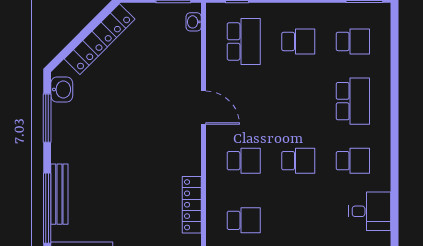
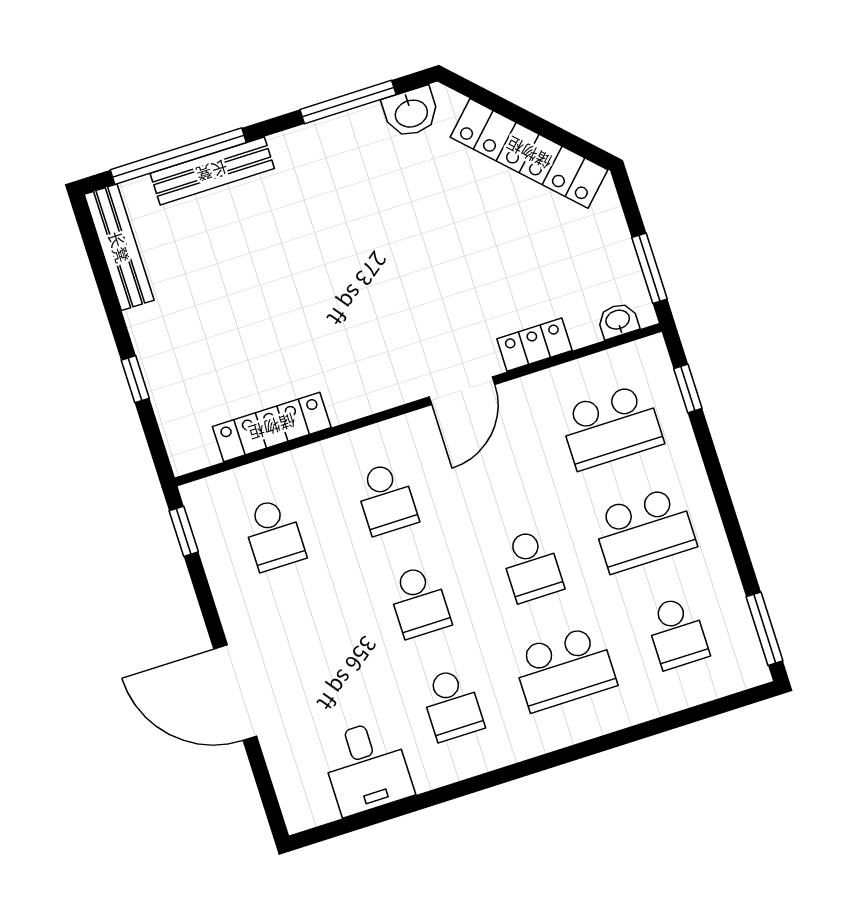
school desk: (298, 41) -> (644, 530), width x1.85
locker: (192, 66) -> (534, 345), added
school desk: (298, 101) -> (532, 566), added

